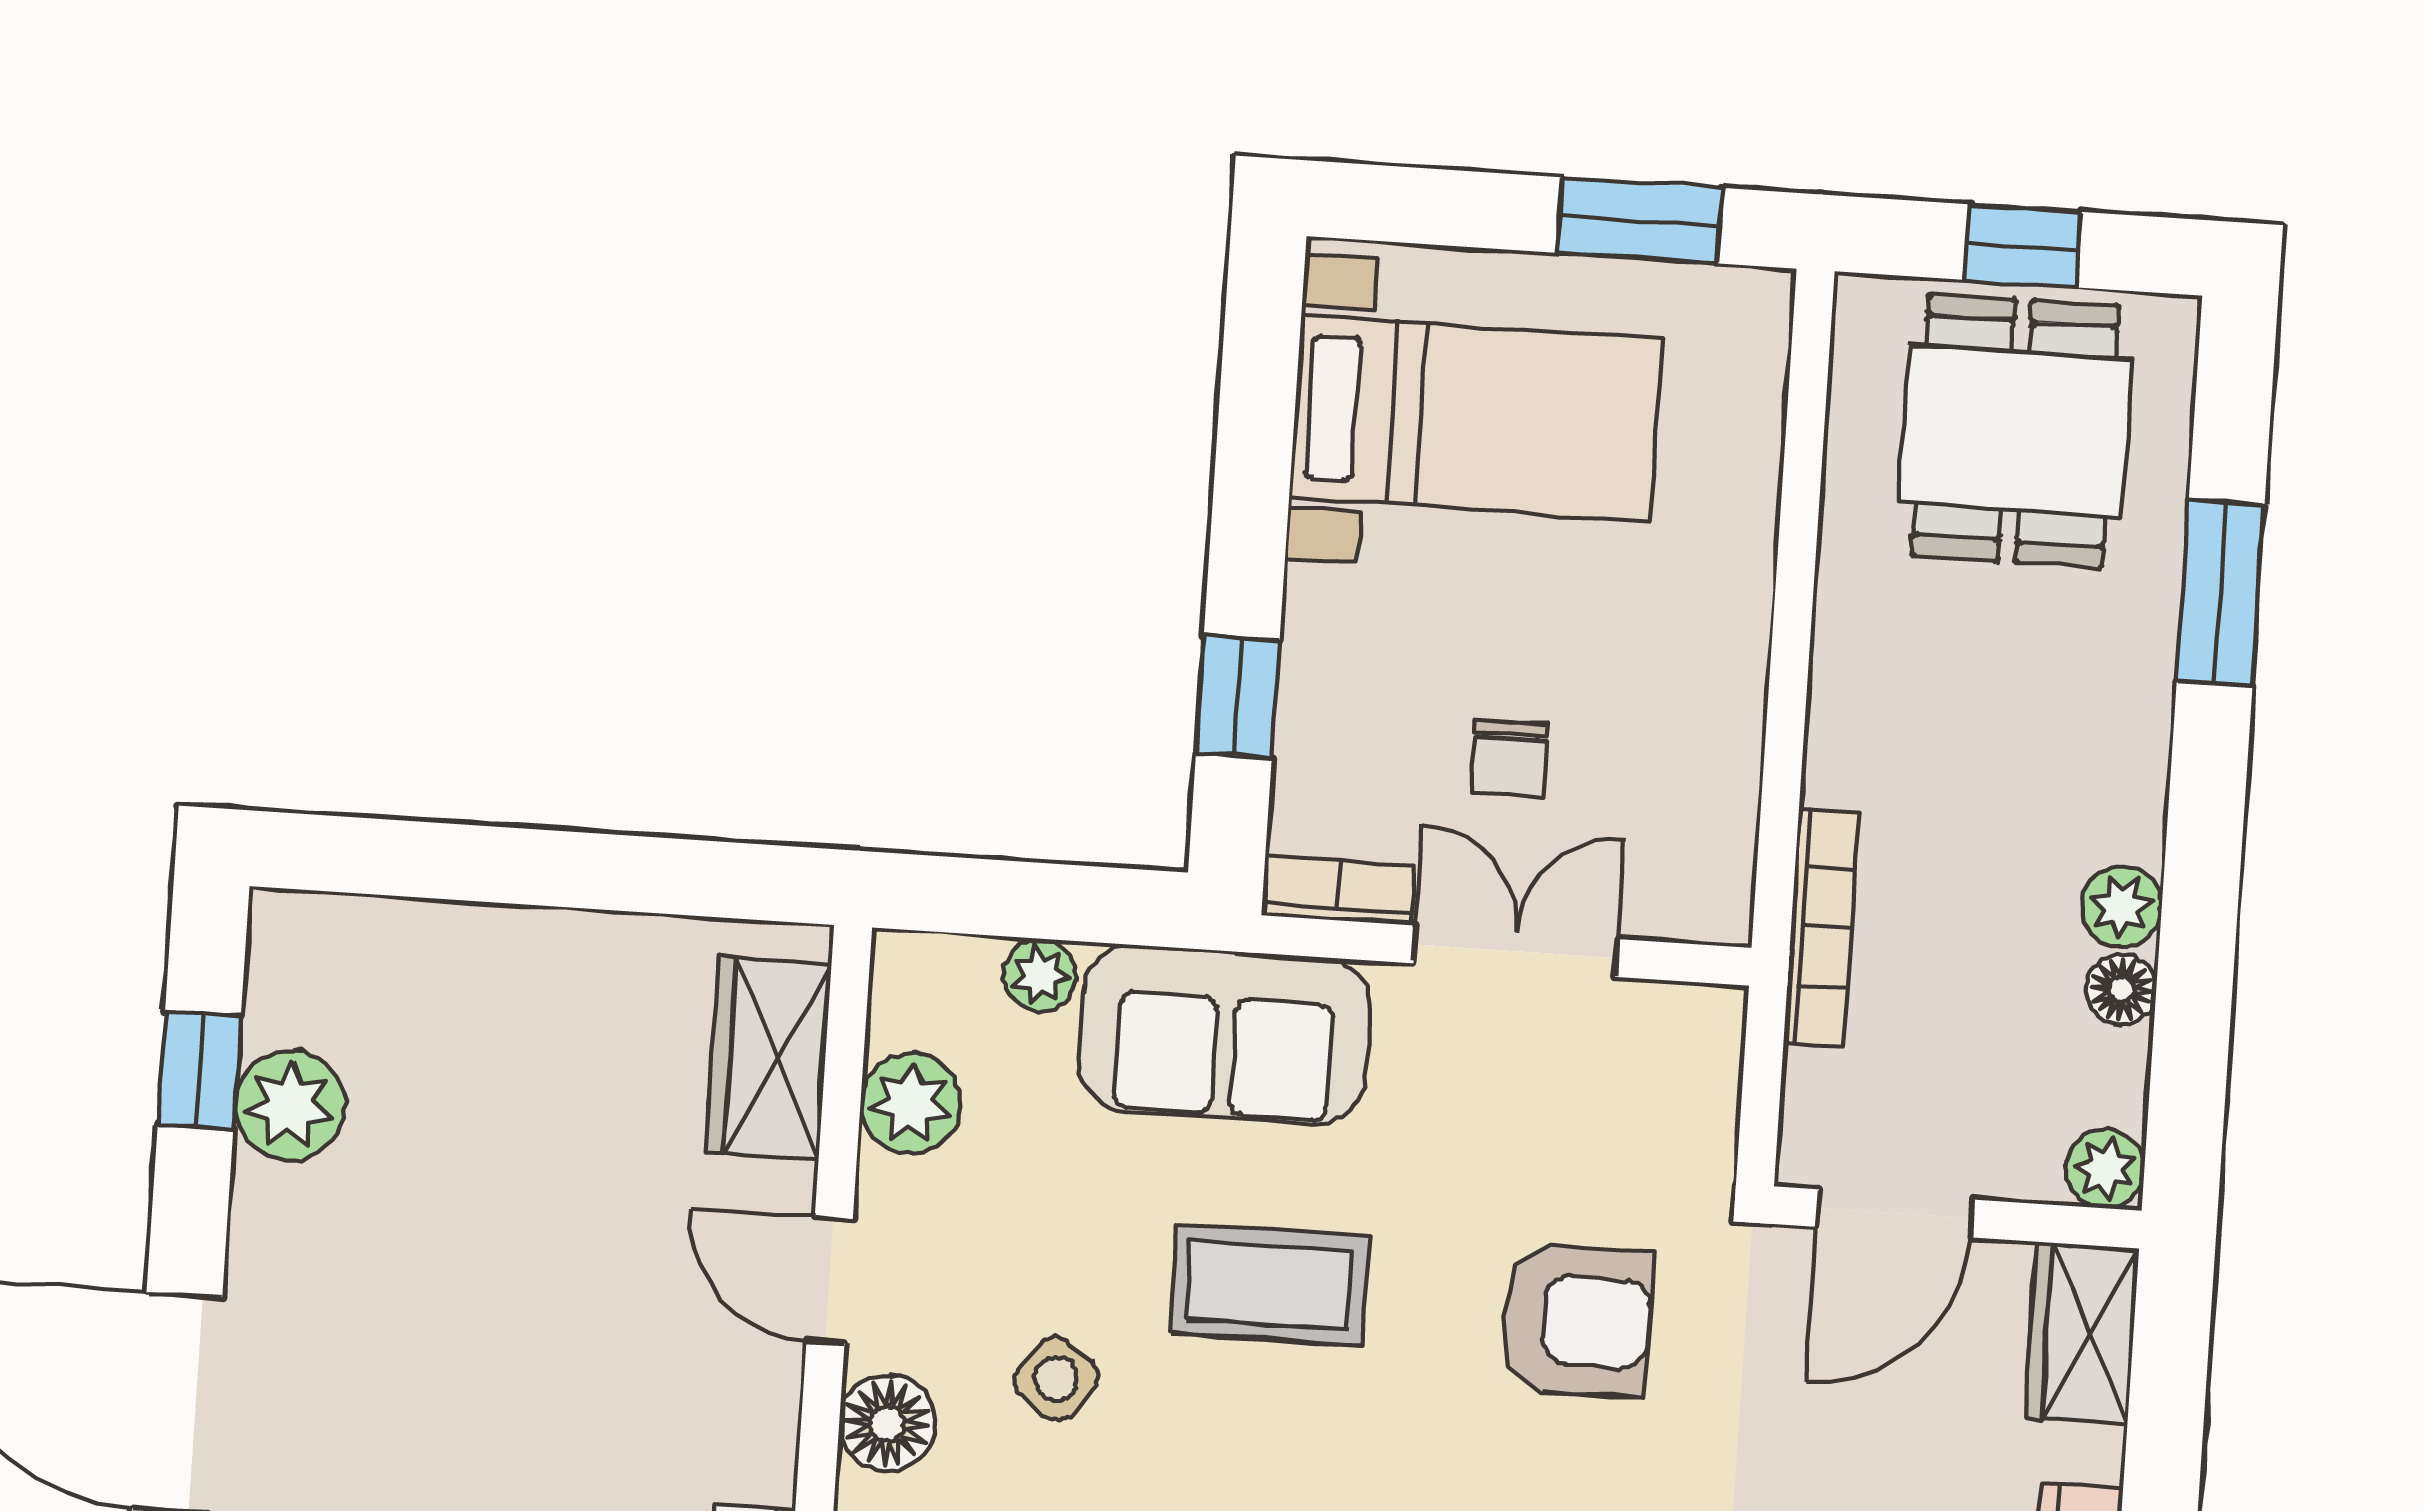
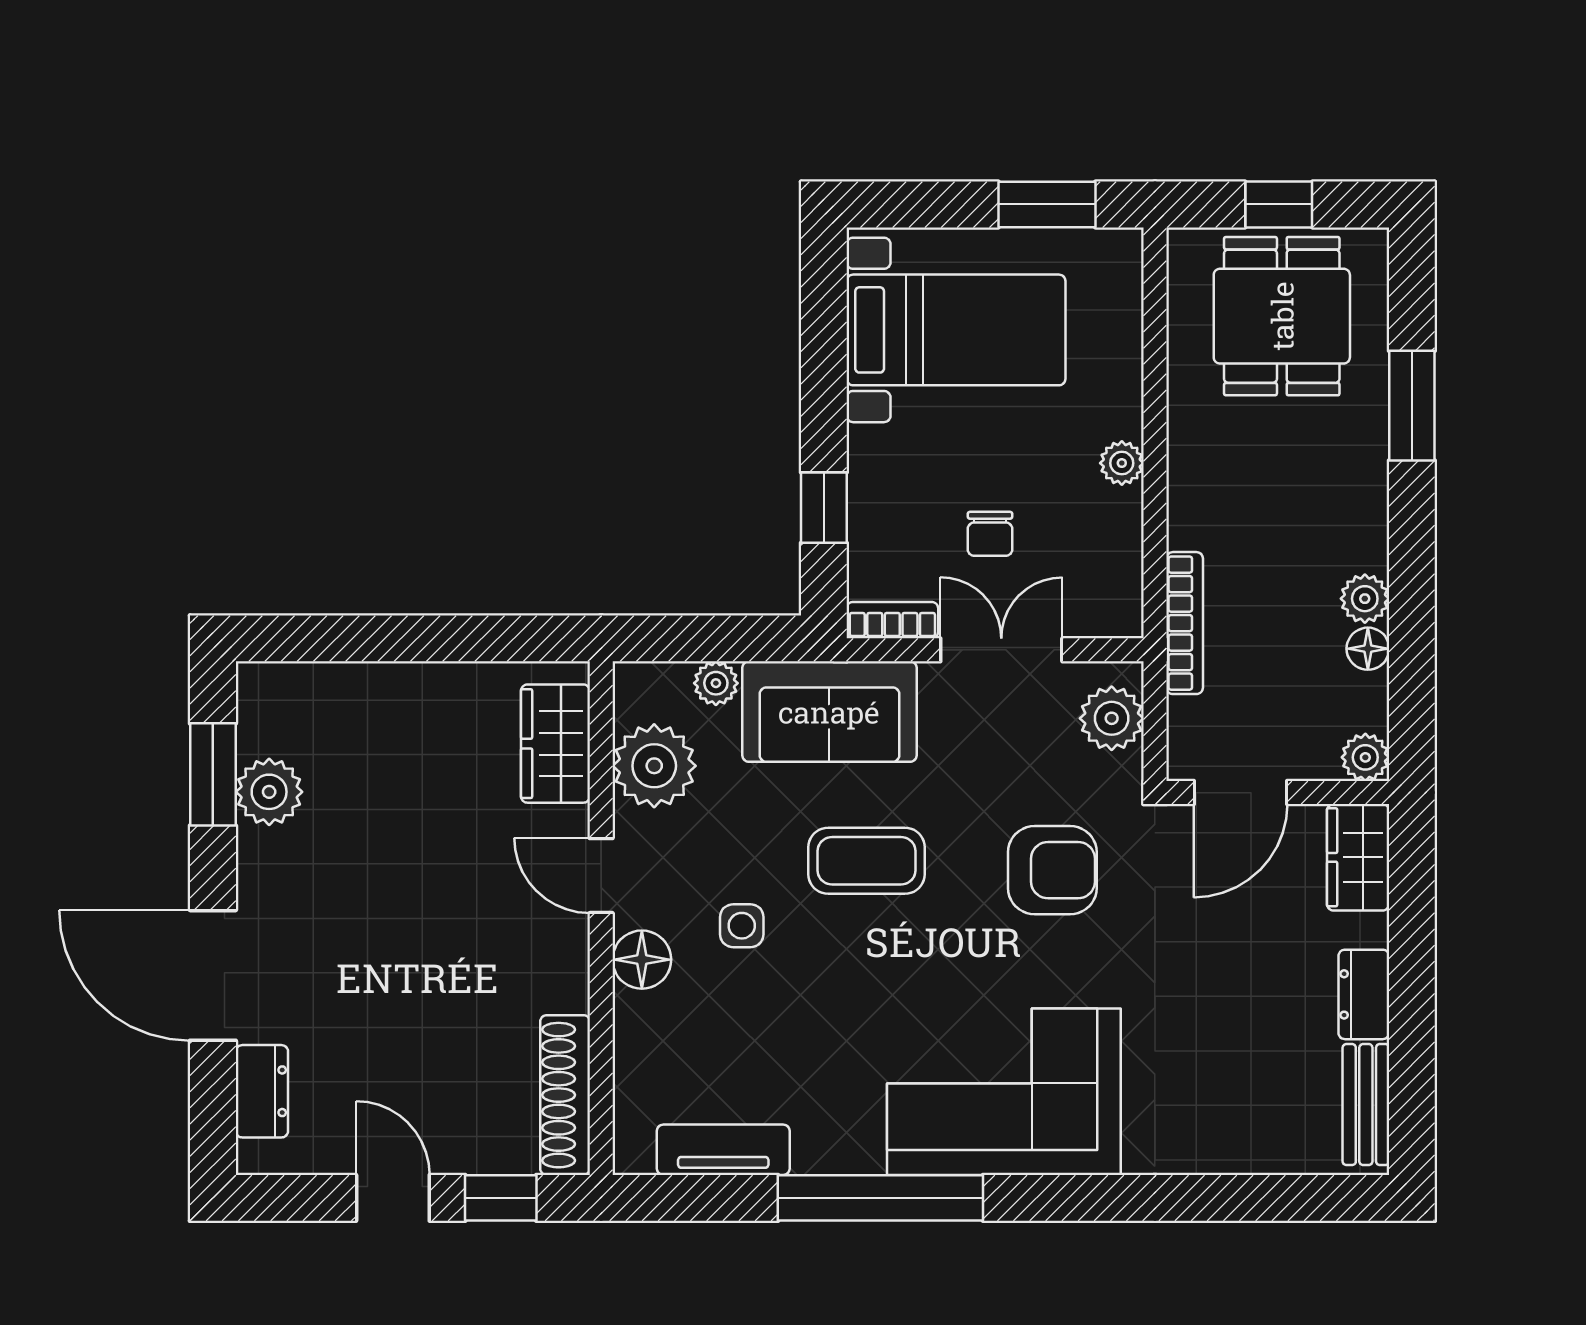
plant: (1735, 656) -> (1122, 463), added
window: (199, 1071) -> (213, 774), width x1.50
plant: (1690, 1076) -> (1112, 718), added
plant: (911, 1104) -> (654, 766), width x1.36, depth x1.36
side table: (1056, 1379) -> (742, 926), turned -38

